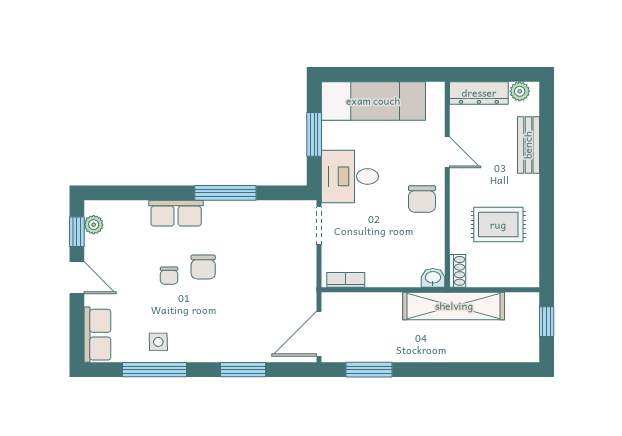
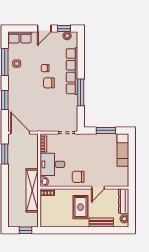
exam couch: (373, 101) -> (123, 150), width x0.73, depth x0.69
desk: (350, 176) -> (52, 164), moved, turned -90
row of seats: (176, 213) -> (72, 71), width x2.02
rug: (498, 225) -> (80, 207), moved

